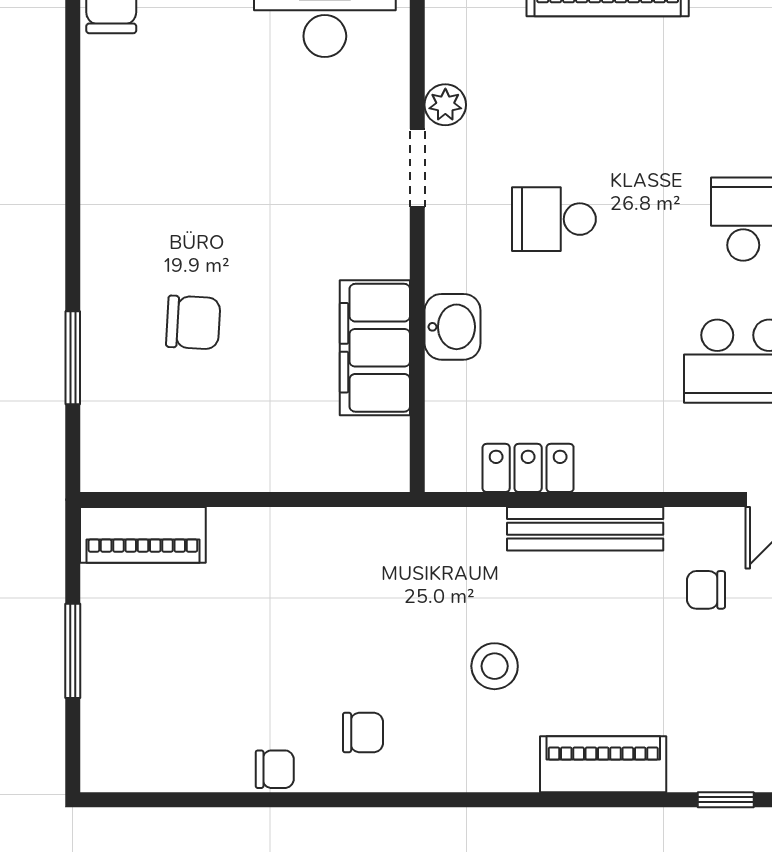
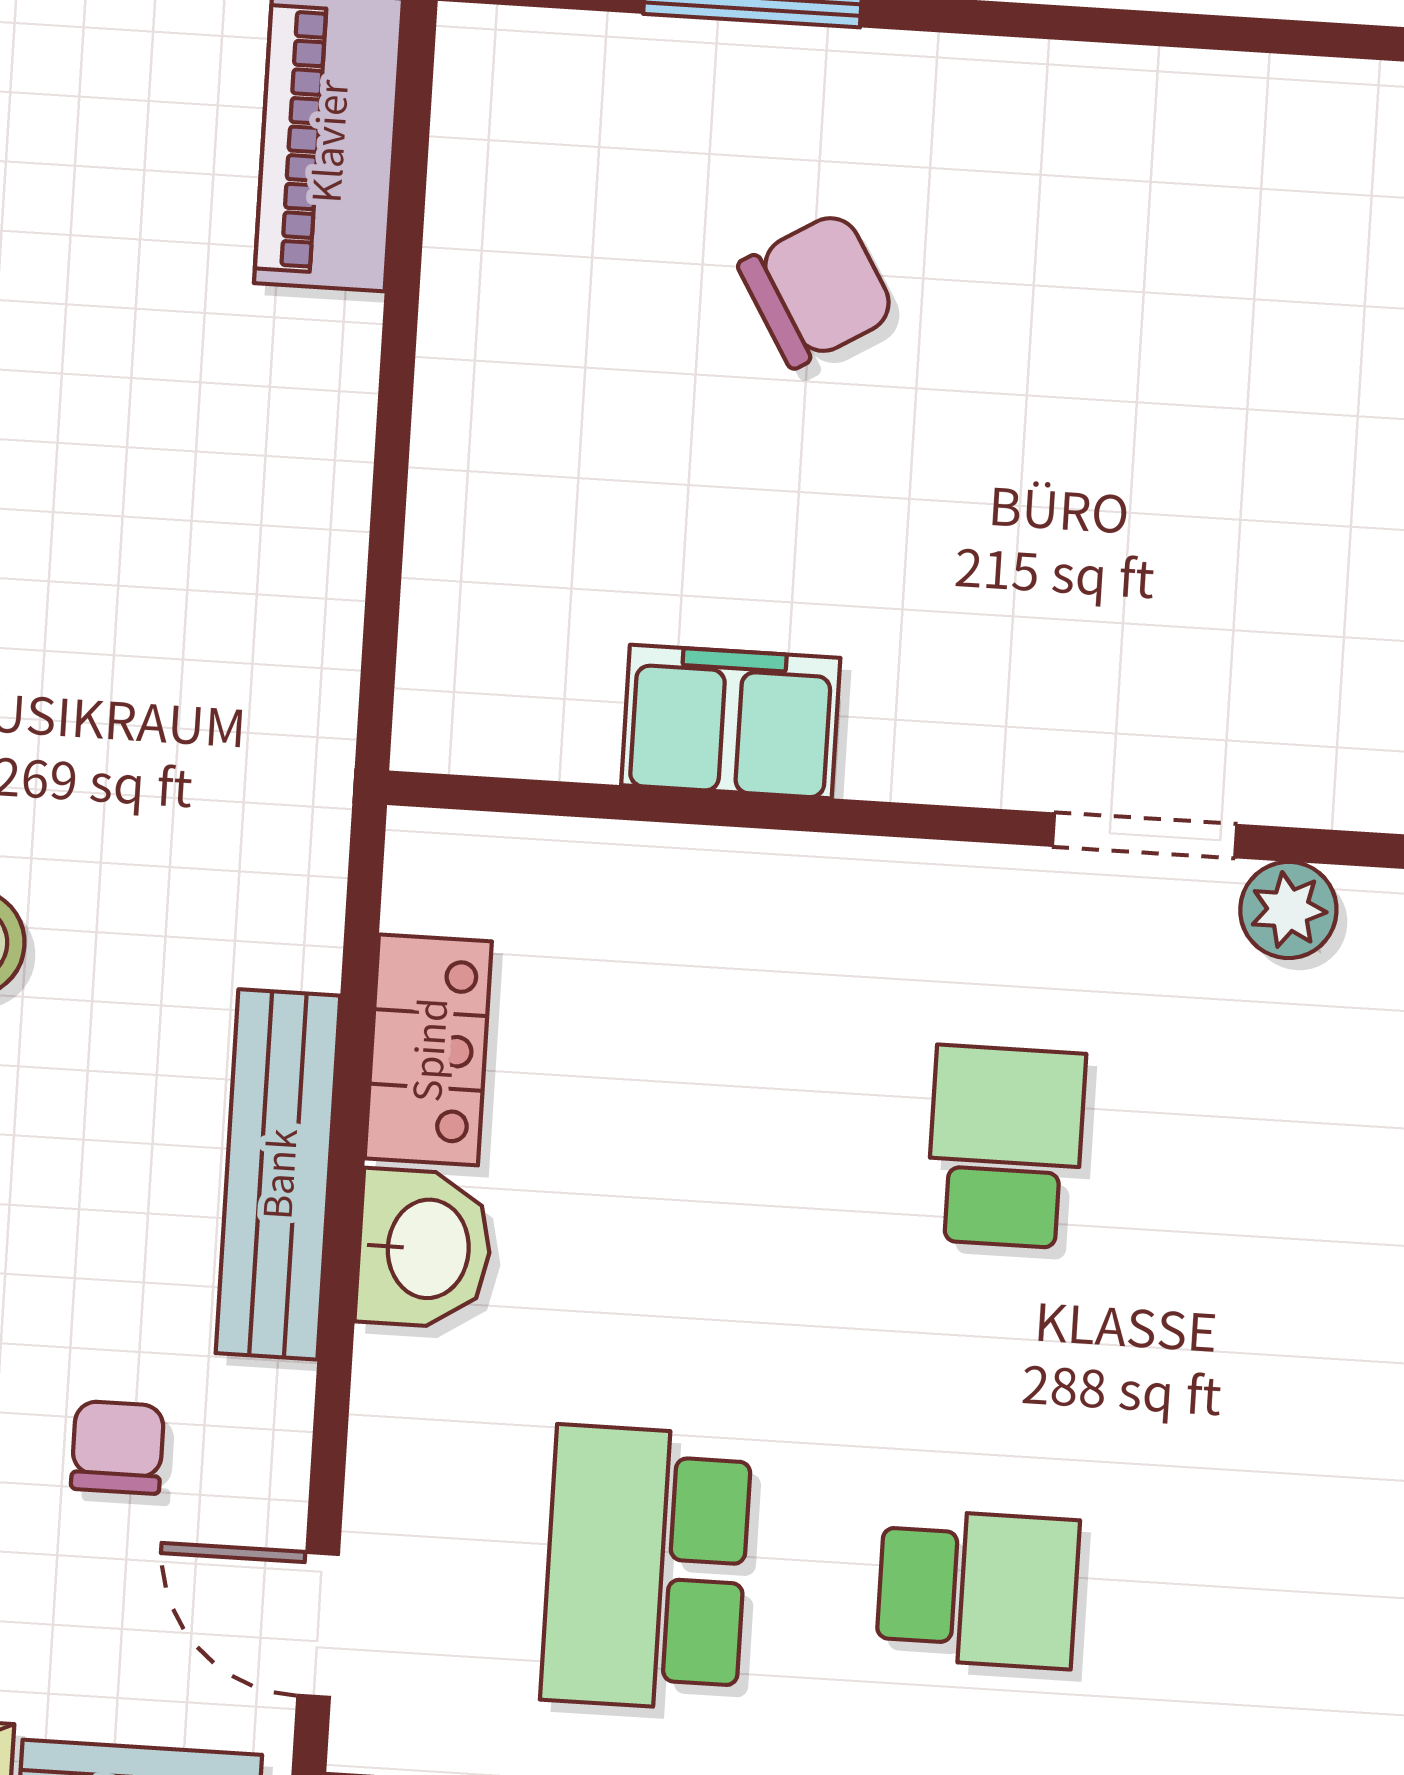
chair: (193, 322) -> (817, 290), turned -124
washbasin: (453, 327) -> (424, 1249), moved, turned -90
filing cabinet: (375, 348) -> (731, 722), width x0.67, depth x0.86

